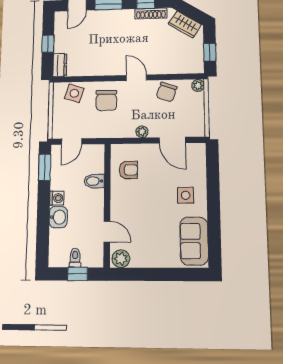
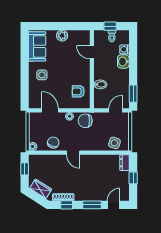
chair: (106, 100) -> (85, 121), moved, turned -90
washing machine: (57, 198) -> (124, 49), moved
plant: (121, 259) -> (62, 36), moved

